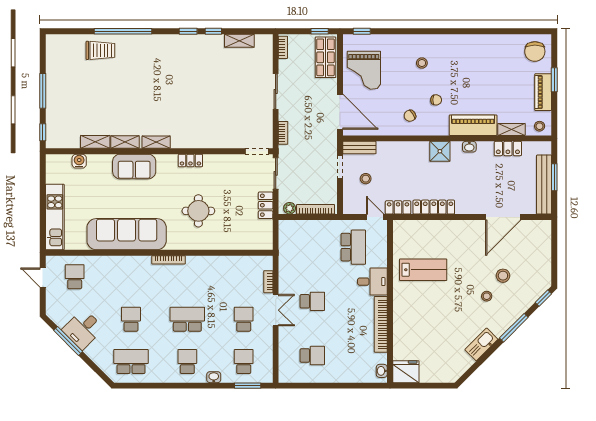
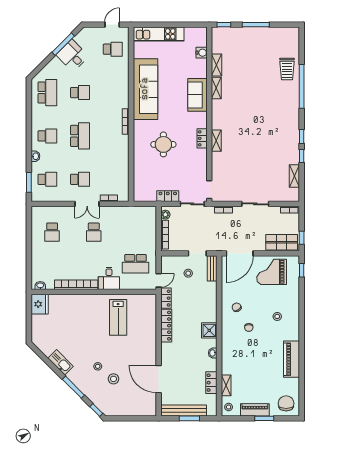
chair: (535, 51) -> (286, 403), turned 90
piano: (473, 125) -> (292, 359), moved, turned 180
shelving: (156, 142) -> (216, 141), moved

